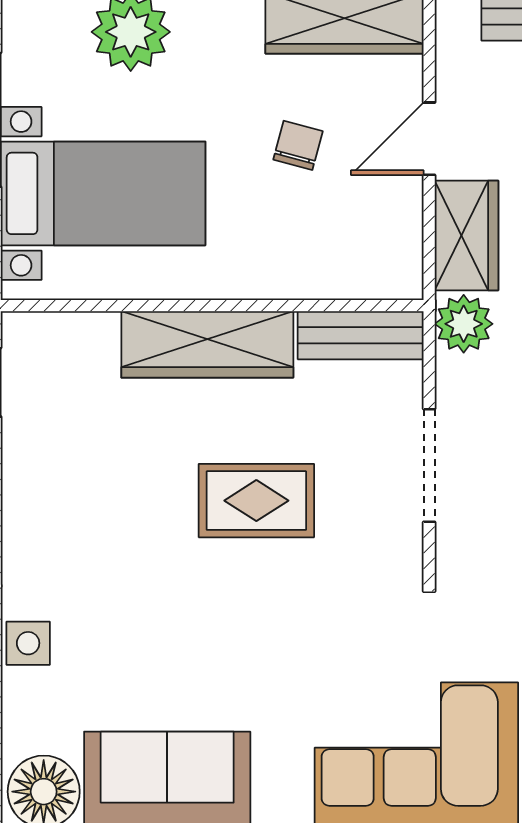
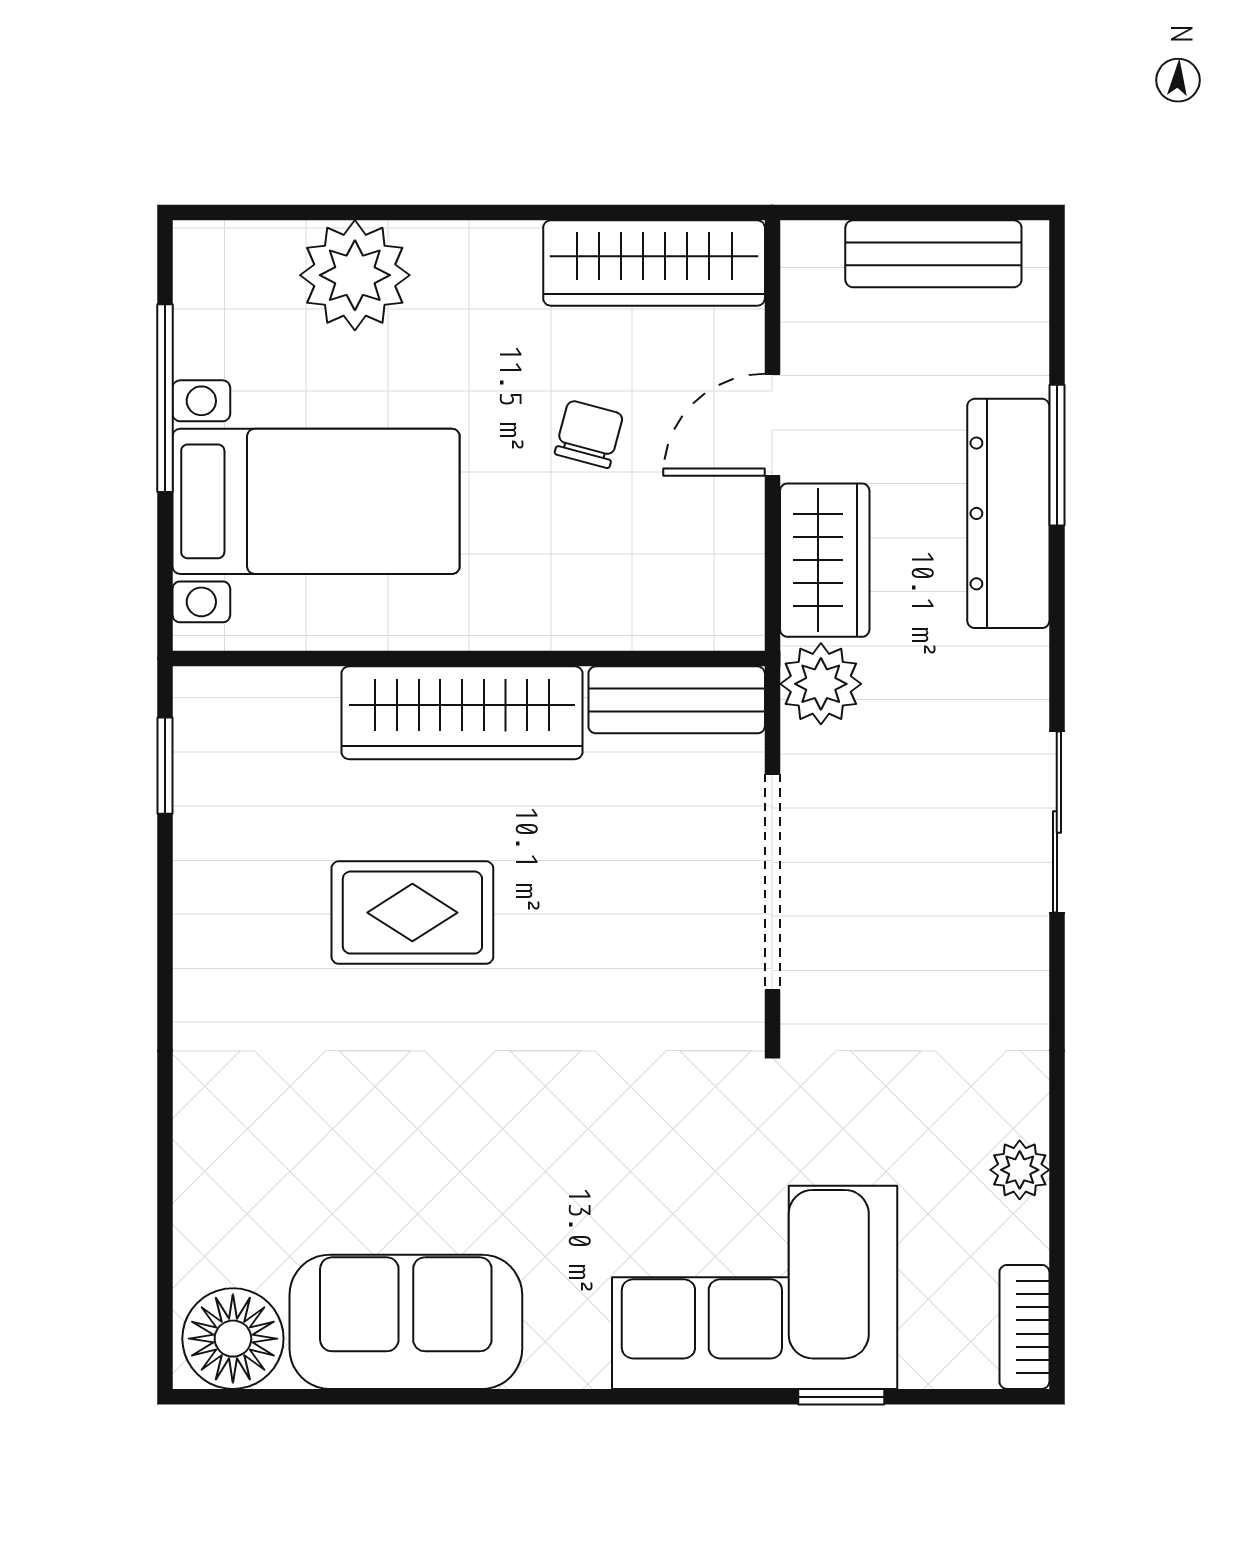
doorway: (429, 465) -> (772, 882), width x1.36
rug: (256, 501) -> (412, 913), moved
side table: (28, 643) -> (211, 1131), removed

